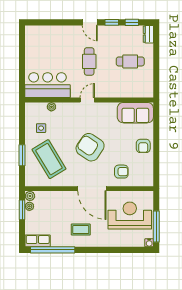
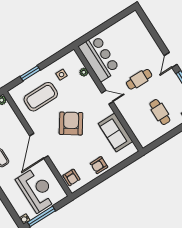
sofa: (135, 113) -> (116, 133), moved
coffee table: (49, 159) -> (41, 97), turned 31
armchair: (121, 172) -> (71, 177), moved

